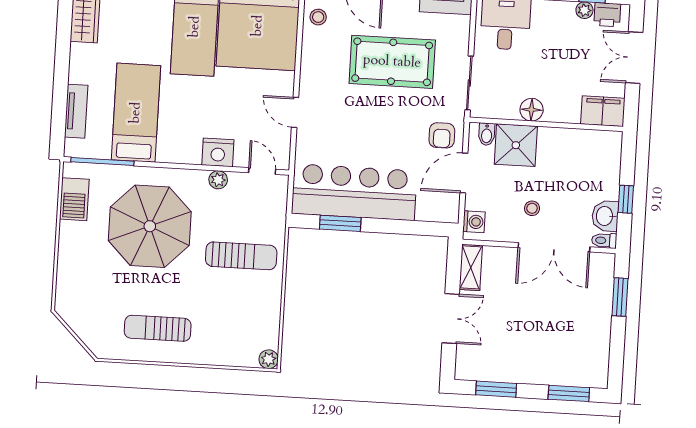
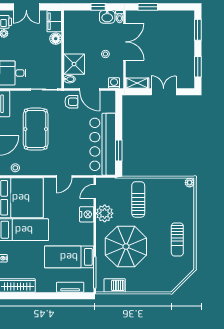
floor lamp: (532, 110) -> (56, 39), moved
plant: (218, 180) -> (105, 213), width x1.87, depth x1.87

